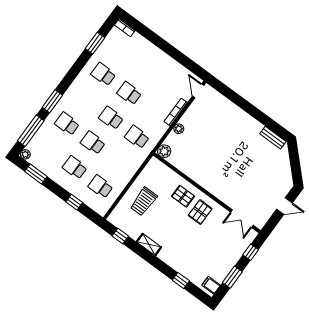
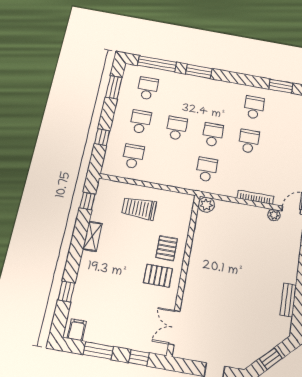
school desk: (67, 124) -> (148, 88), moved
plant: (179, 129) -> (274, 215), moved
bench: (273, 138) -> (288, 300), moved
plant: (25, 154) -> (130, 69), removed
window: (295, 164) -> (271, 359), added

